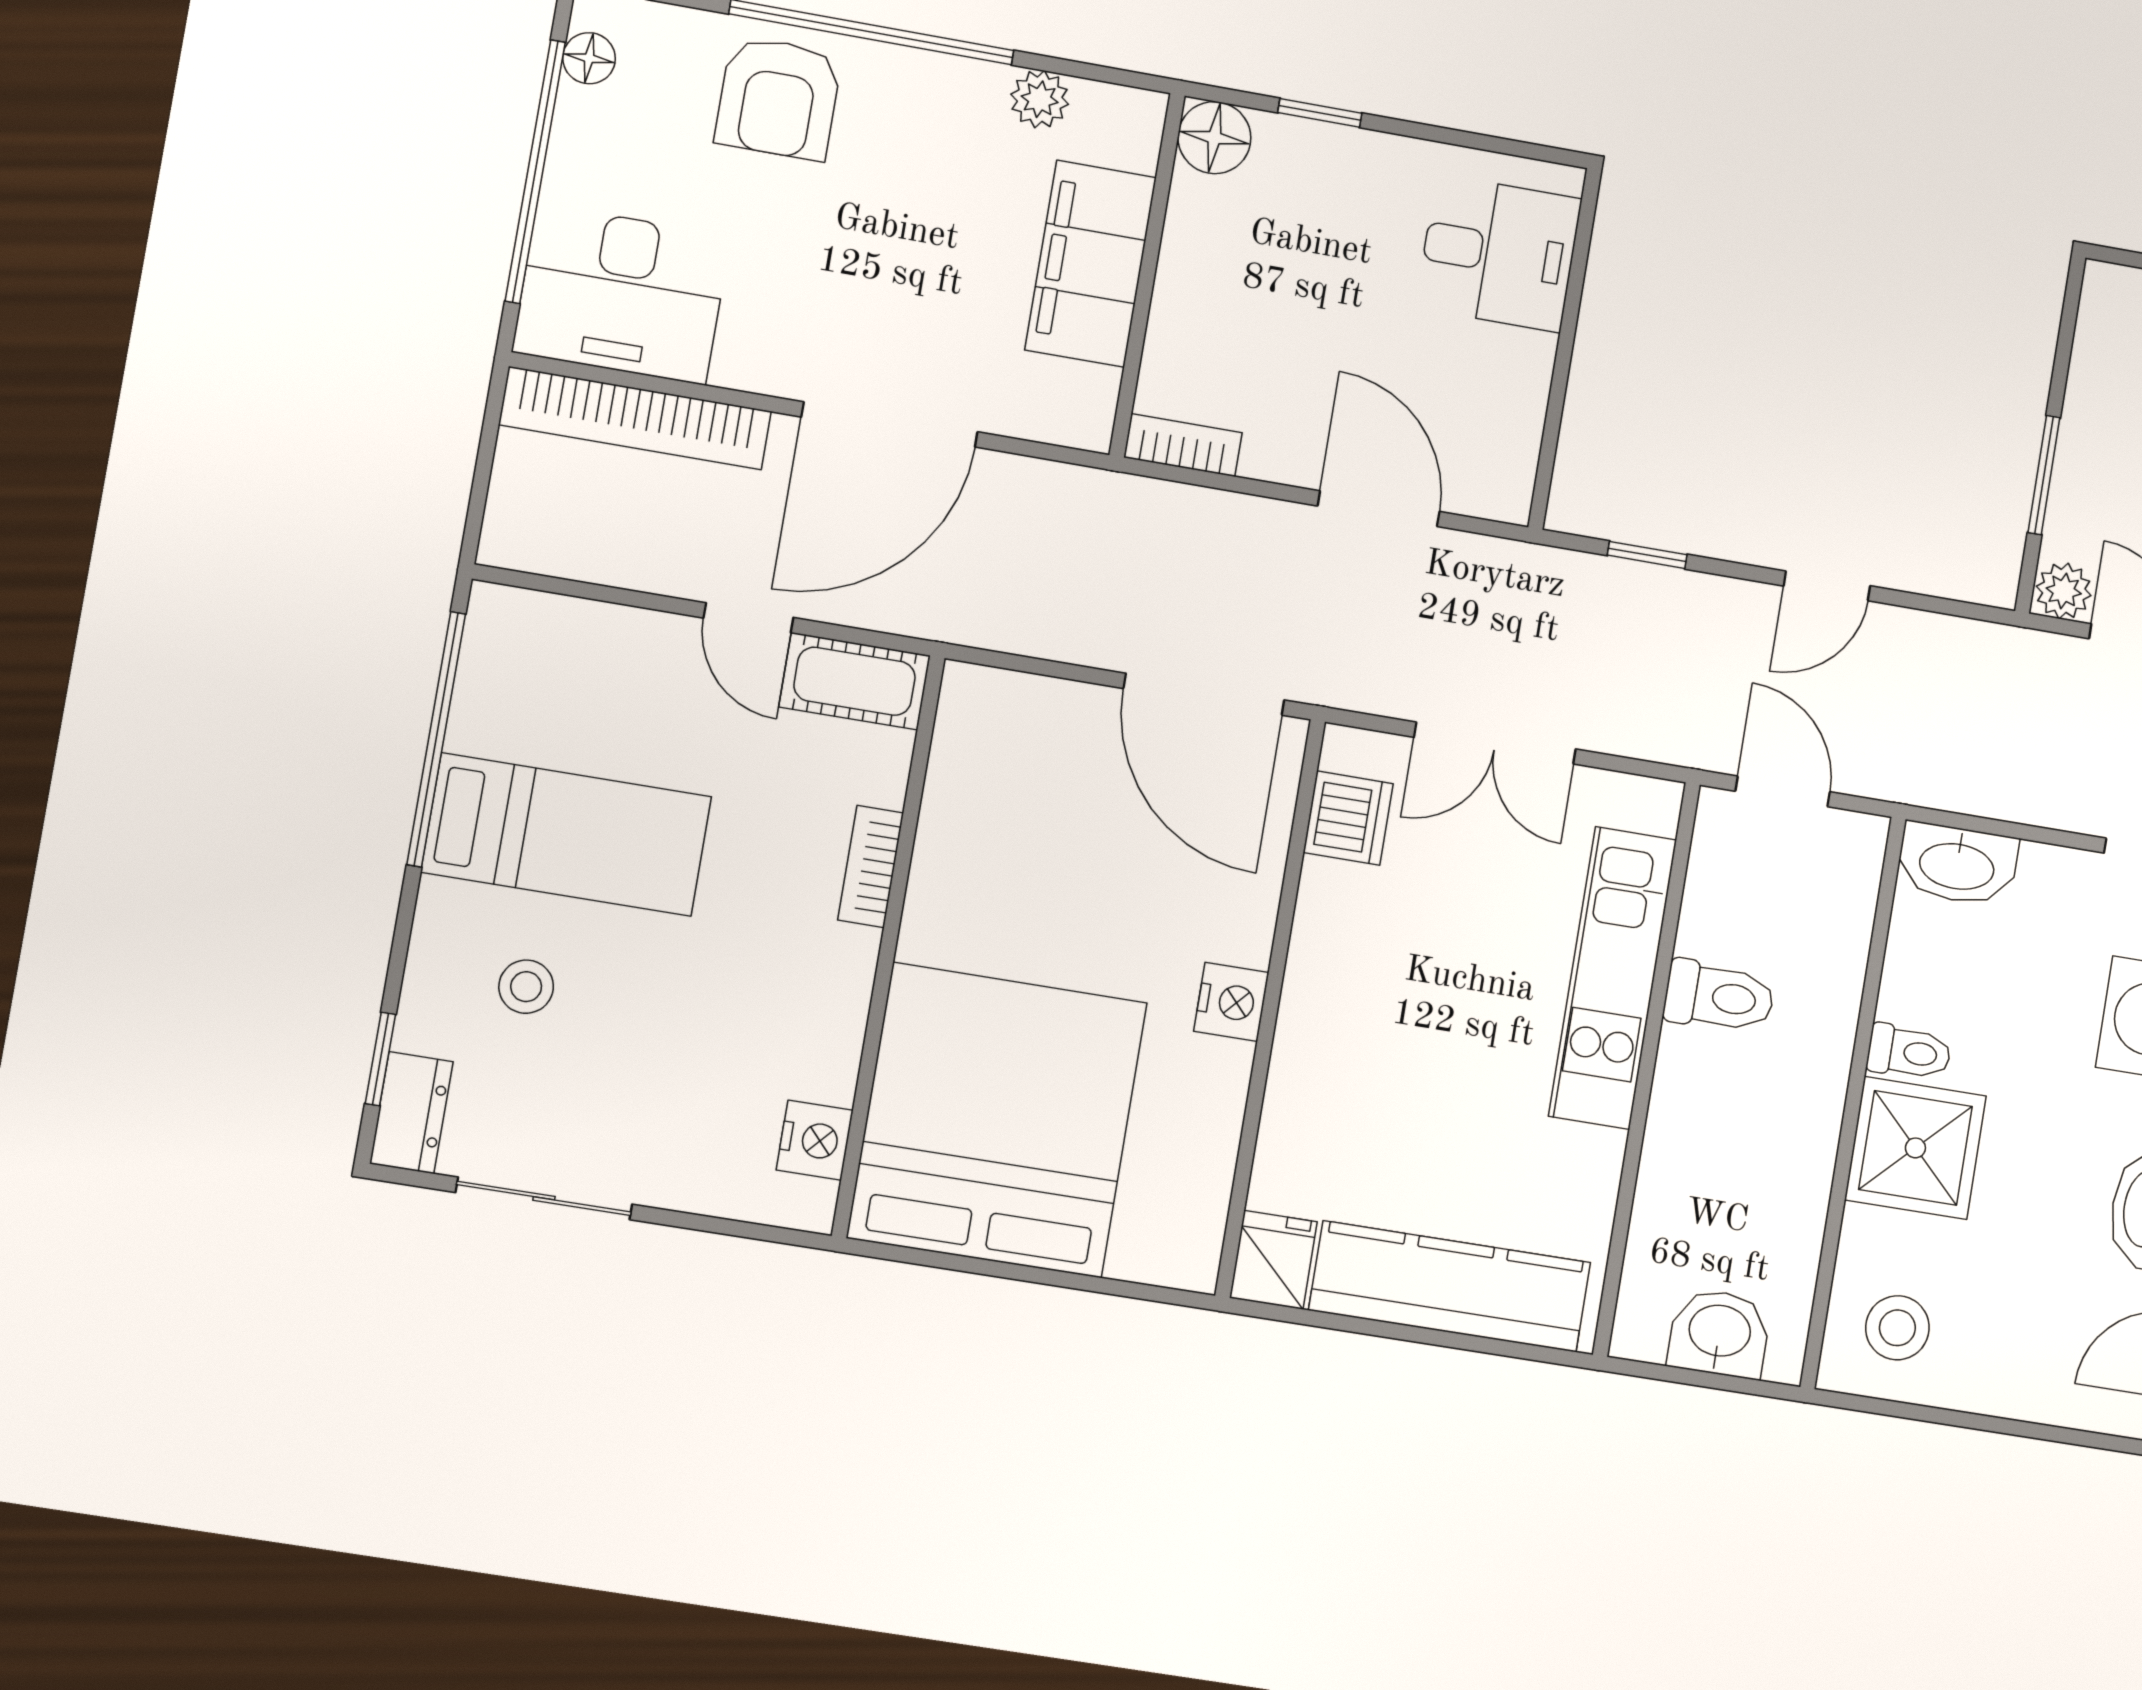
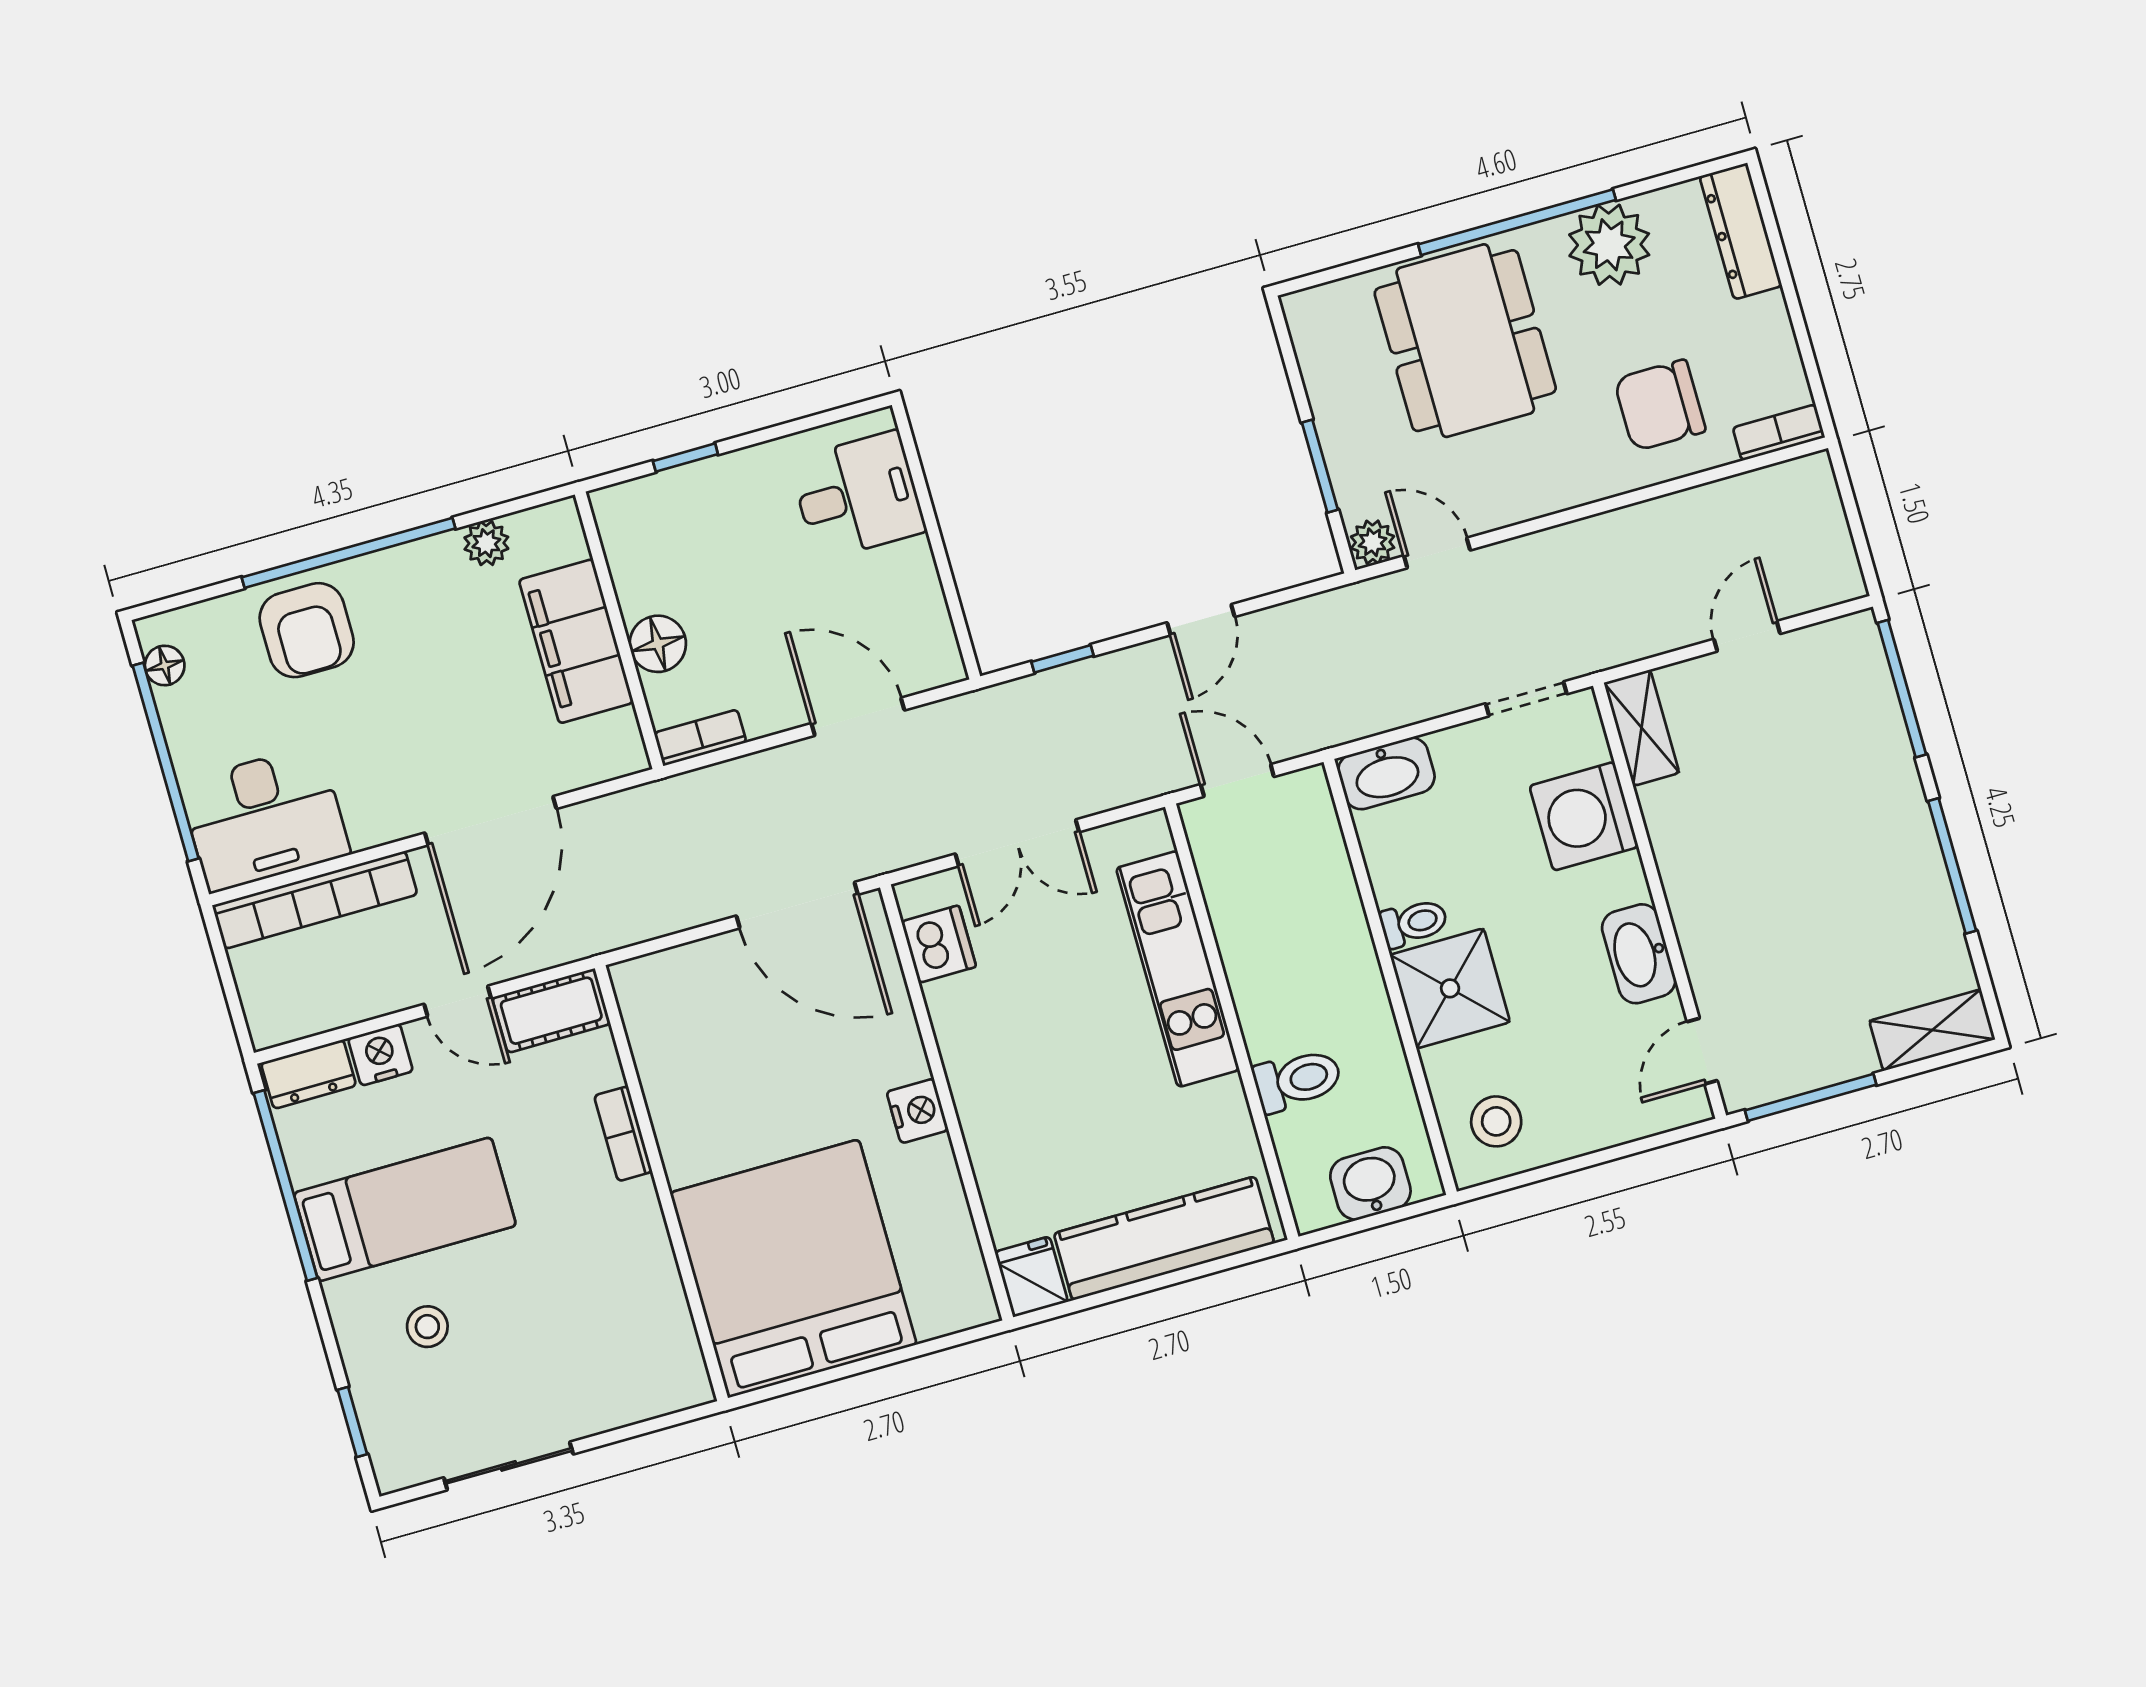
floor lamp: (1214, 138) -> (658, 644), moved
toilet: (1719, 997) -> (1297, 1080), moved
dresser: (411, 1113) -> (309, 1074), moved, turned 90
nightstand: (815, 1140) -> (380, 1055), moved, turned -90

